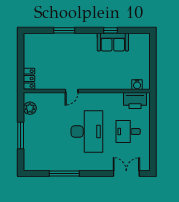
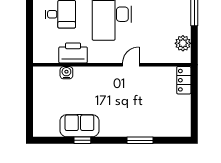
water cooler: (137, 85) -> (66, 73), moved
printer: (135, 100) -> (73, 53), moved

